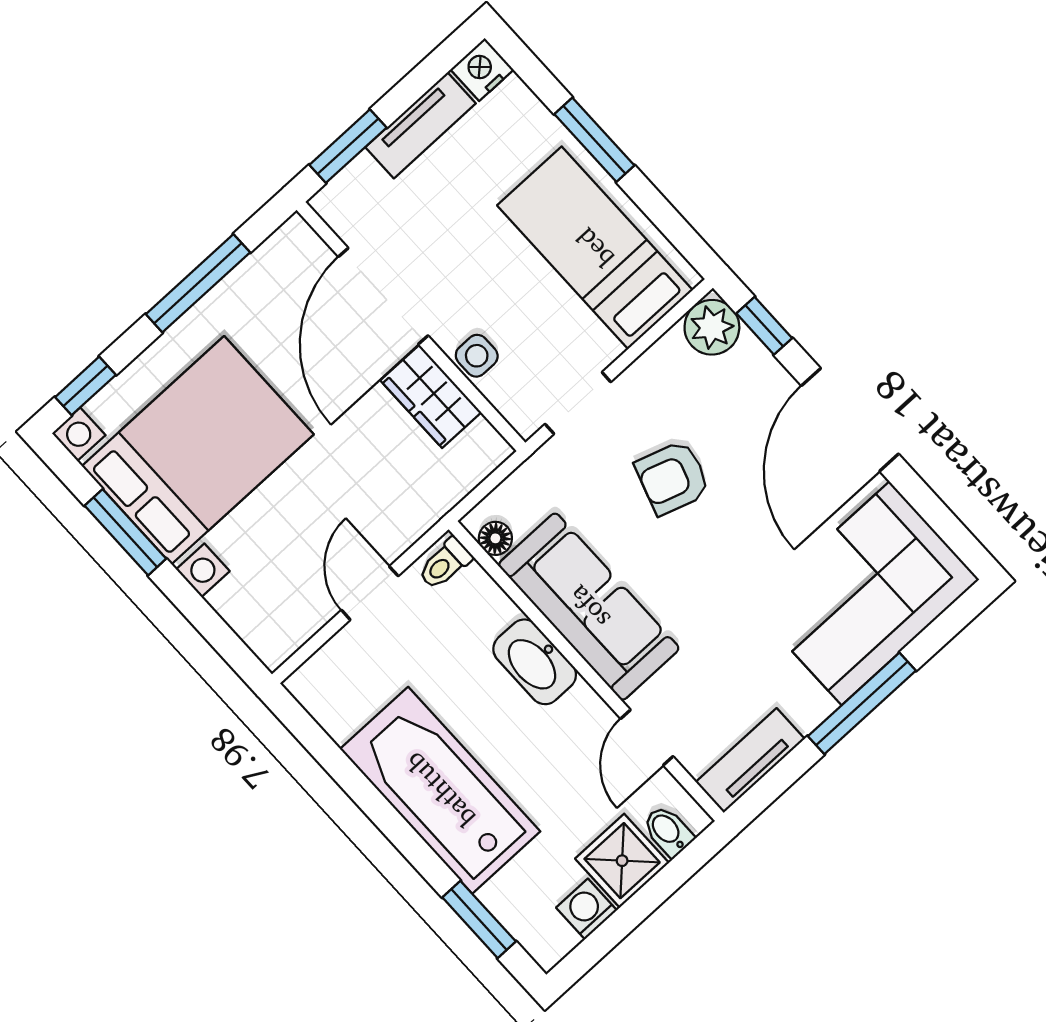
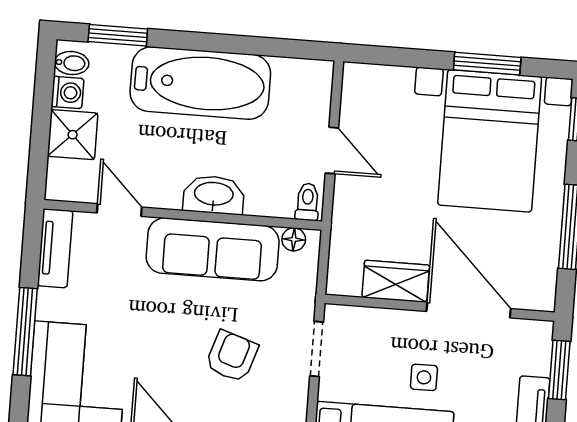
side table: (477, 356) -> (424, 377), moved
bidet: (668, 831) -> (72, 63), moved

